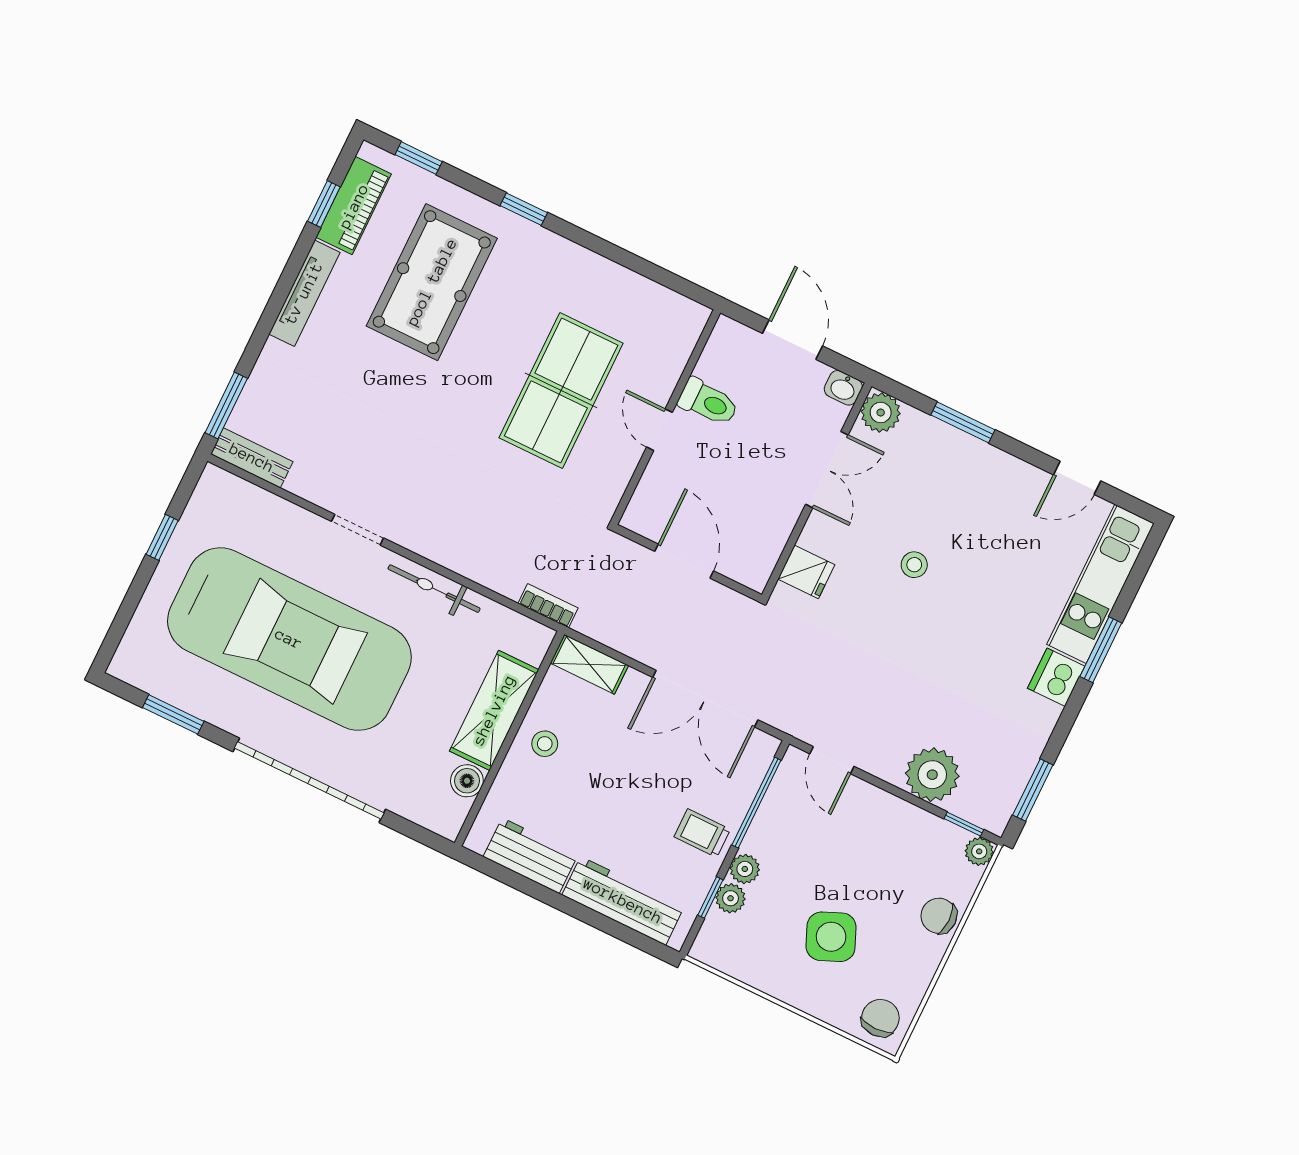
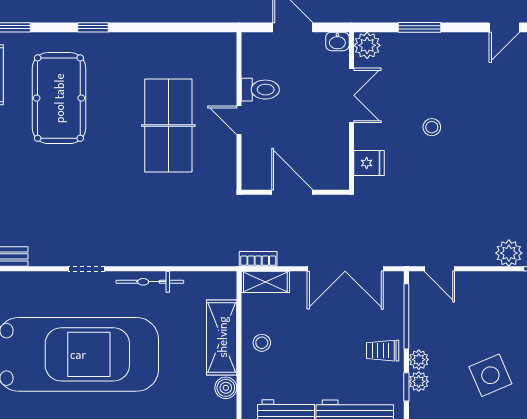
bookcase: (548, 606) -> (258, 259), moved
plant: (932, 775) -> (509, 253), width x0.73, depth x0.73

